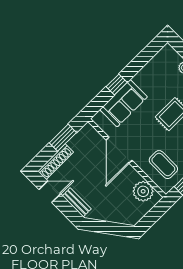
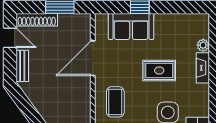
plant: (143, 191) -> (80, 107), removed

